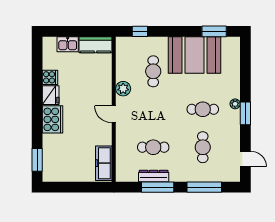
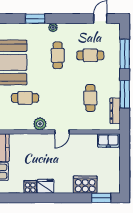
window: (245, 113) -> (35, 19), moved
cooker: (52, 119) -> (85, 185), moved
freezer: (104, 163) -> (108, 140), width x0.71
dresser: (154, 176) -> (115, 111), moved

